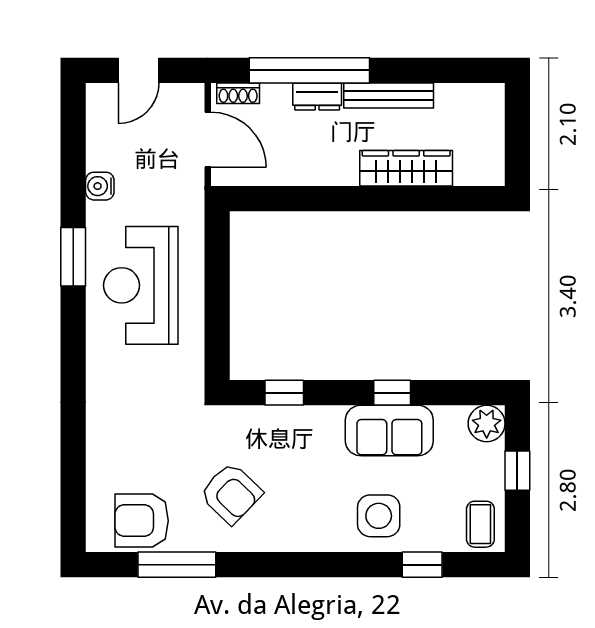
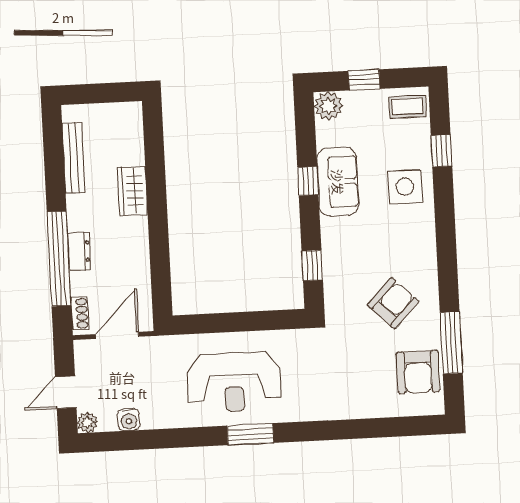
door: (139, 70) -> (66, 392), swing flipped
bench: (389, 95) -> (74, 158), moved
plant: (99, 96) -> (87, 422), added
wardrobe: (406, 168) -> (132, 191), width x0.67
water cooler: (100, 186) -> (129, 419), moved
window: (73, 257) -> (250, 434), moved

